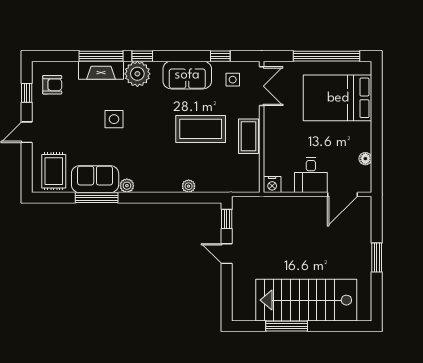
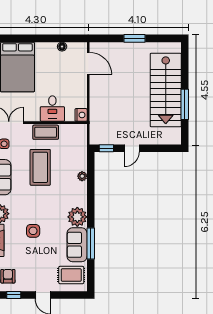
desk: (311, 175) -> (52, 109), moved, turned 90
plant: (127, 186) -> (77, 217), width x1.88, depth x1.88

